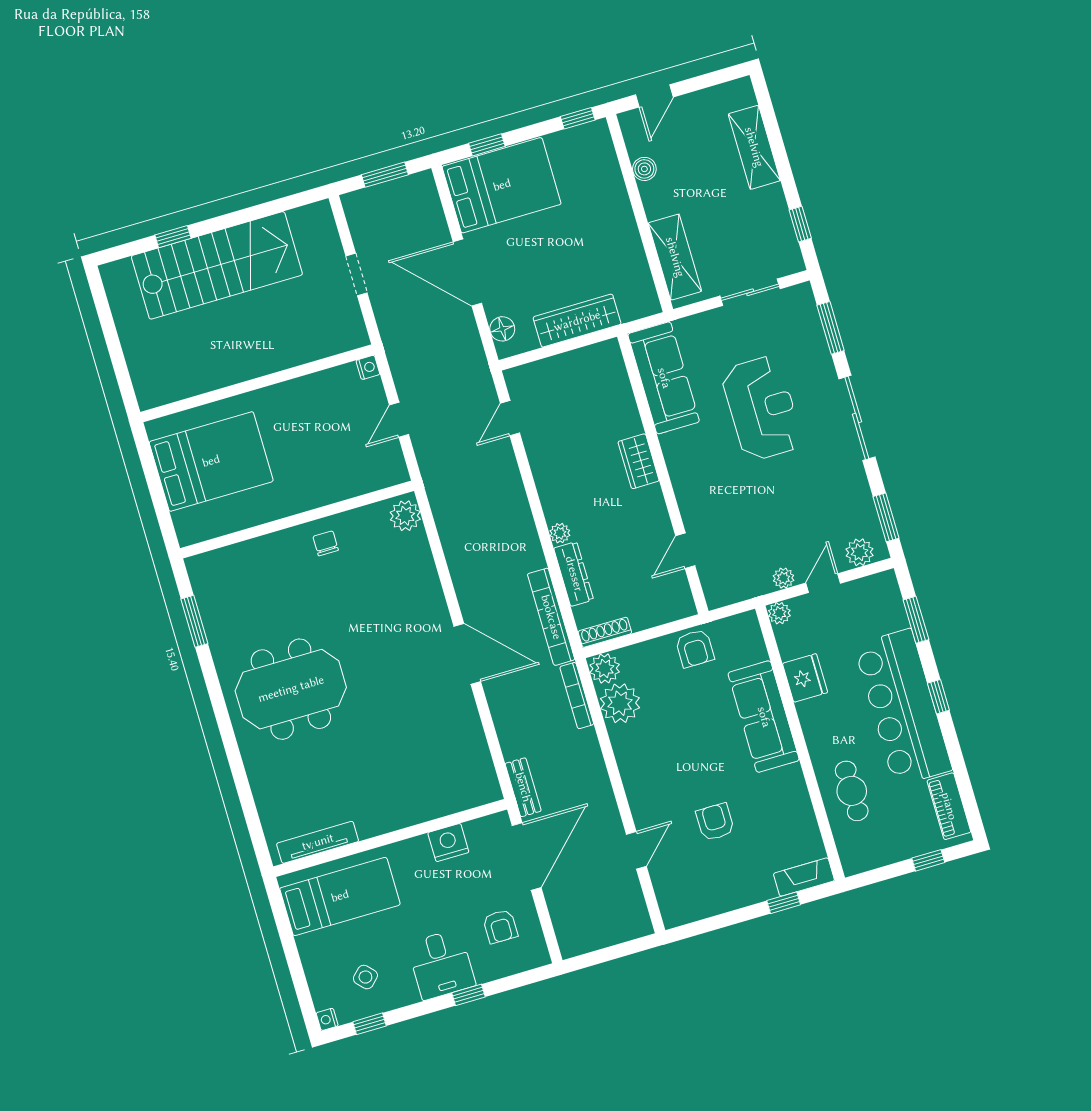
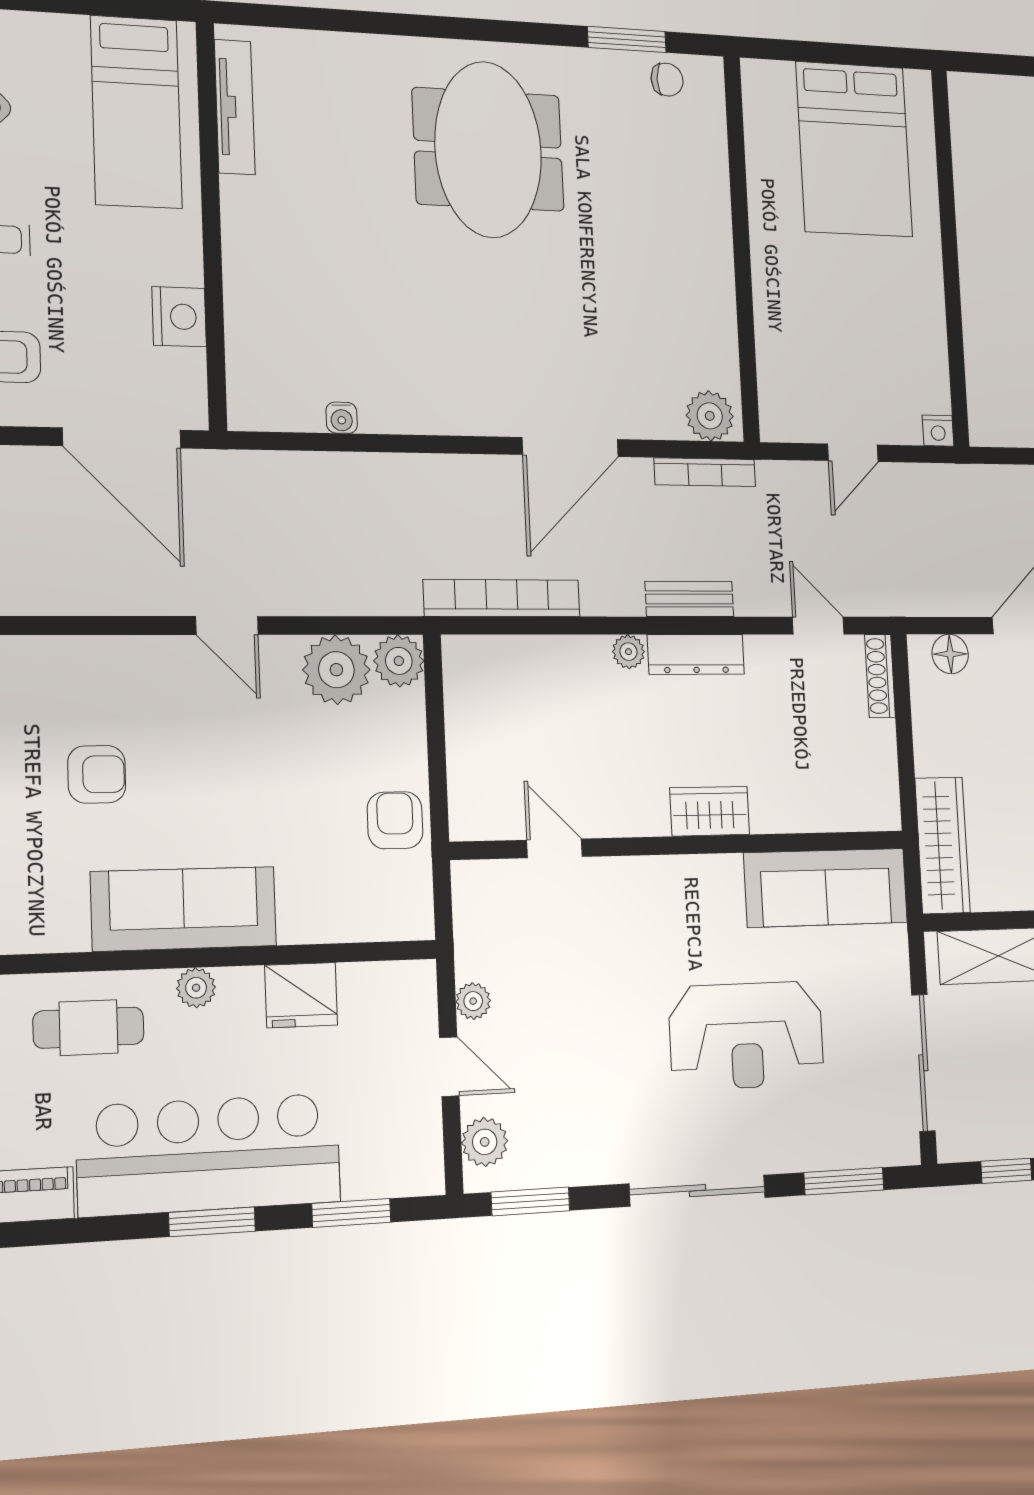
sliding door: (750, 292) -> (923, 1063), width x1.37
wardrobe: (577, 321) -> (942, 845), moved
door: (399, 420) -> (853, 453), swing flipped
chair: (326, 543) -> (667, 80), moved
dresser: (574, 574) -> (696, 654), moved
plant: (779, 613) -> (196, 988), moved
shoe rack: (605, 632) -> (880, 676), moved, turned 180
armchair: (695, 648) -> (395, 820), turned 90
door: (467, 654) -> (570, 447), moved
bookcase: (577, 696) -> (705, 472), moved, turned 180
window: (938, 697) -> (212, 1222), width x1.50
sofa: (764, 717) -> (184, 909), moved
water cooler: (476, 736) -> (342, 418), added
bench: (523, 787) -> (689, 599), moved
door: (636, 850) -> (227, 626), moved

